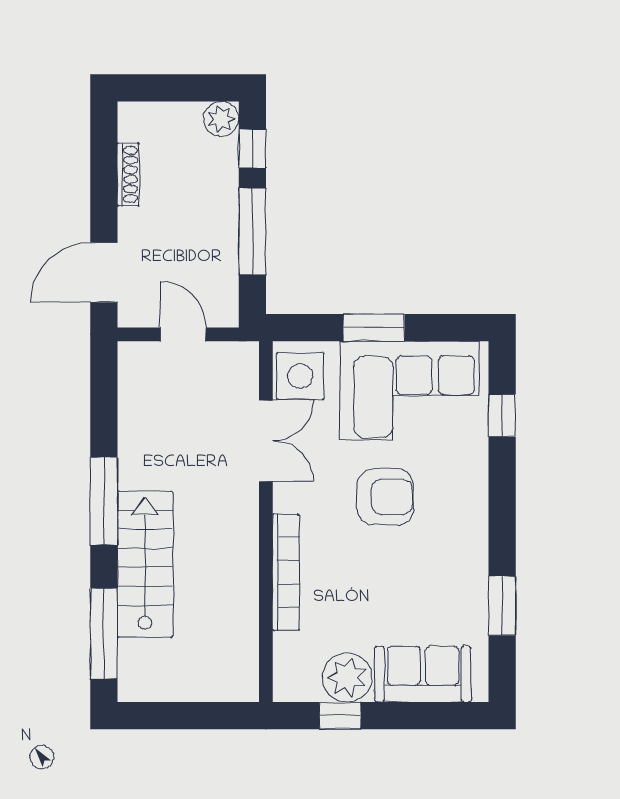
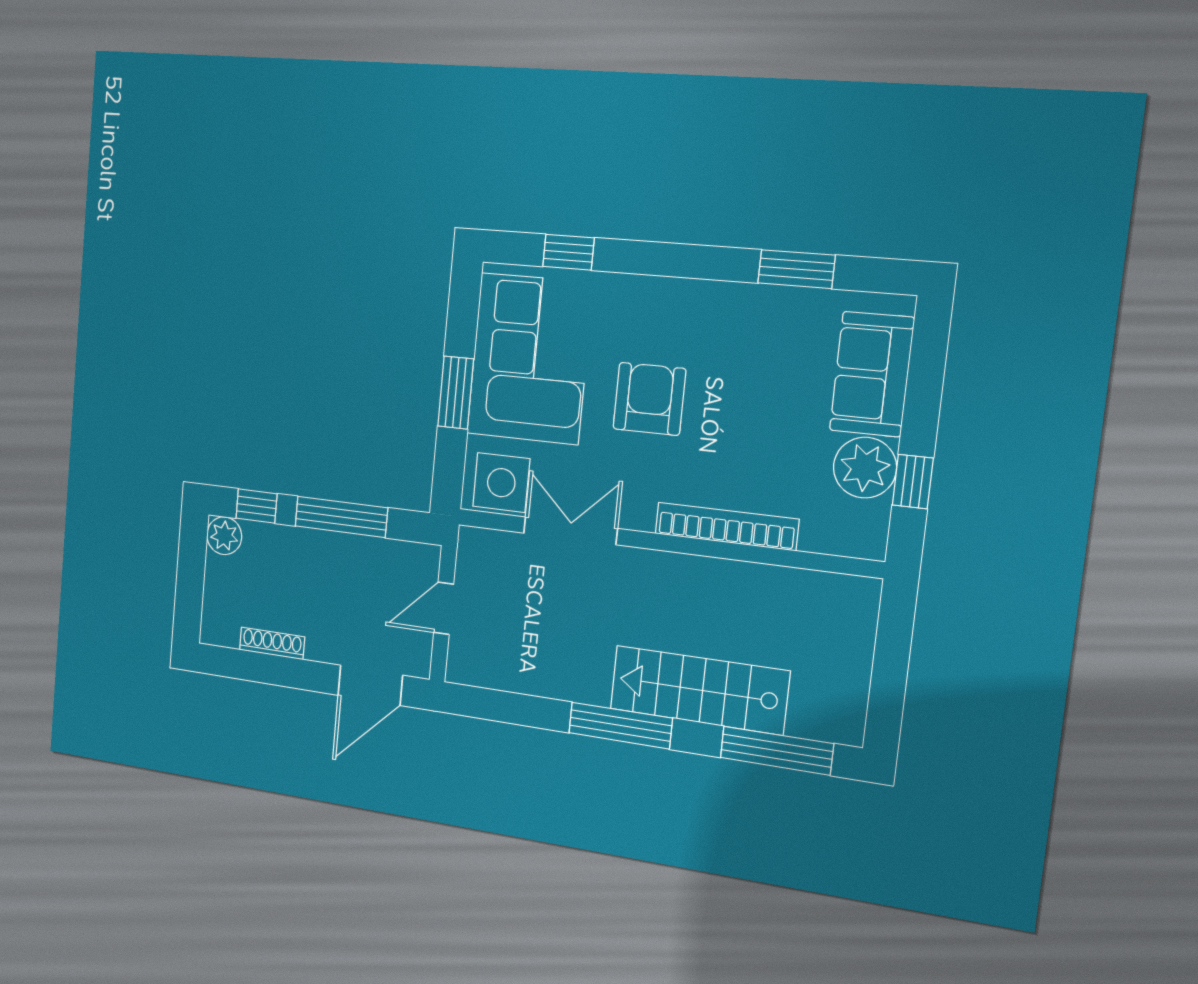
door: (104, 272) -> (370, 685), hinge flipped

